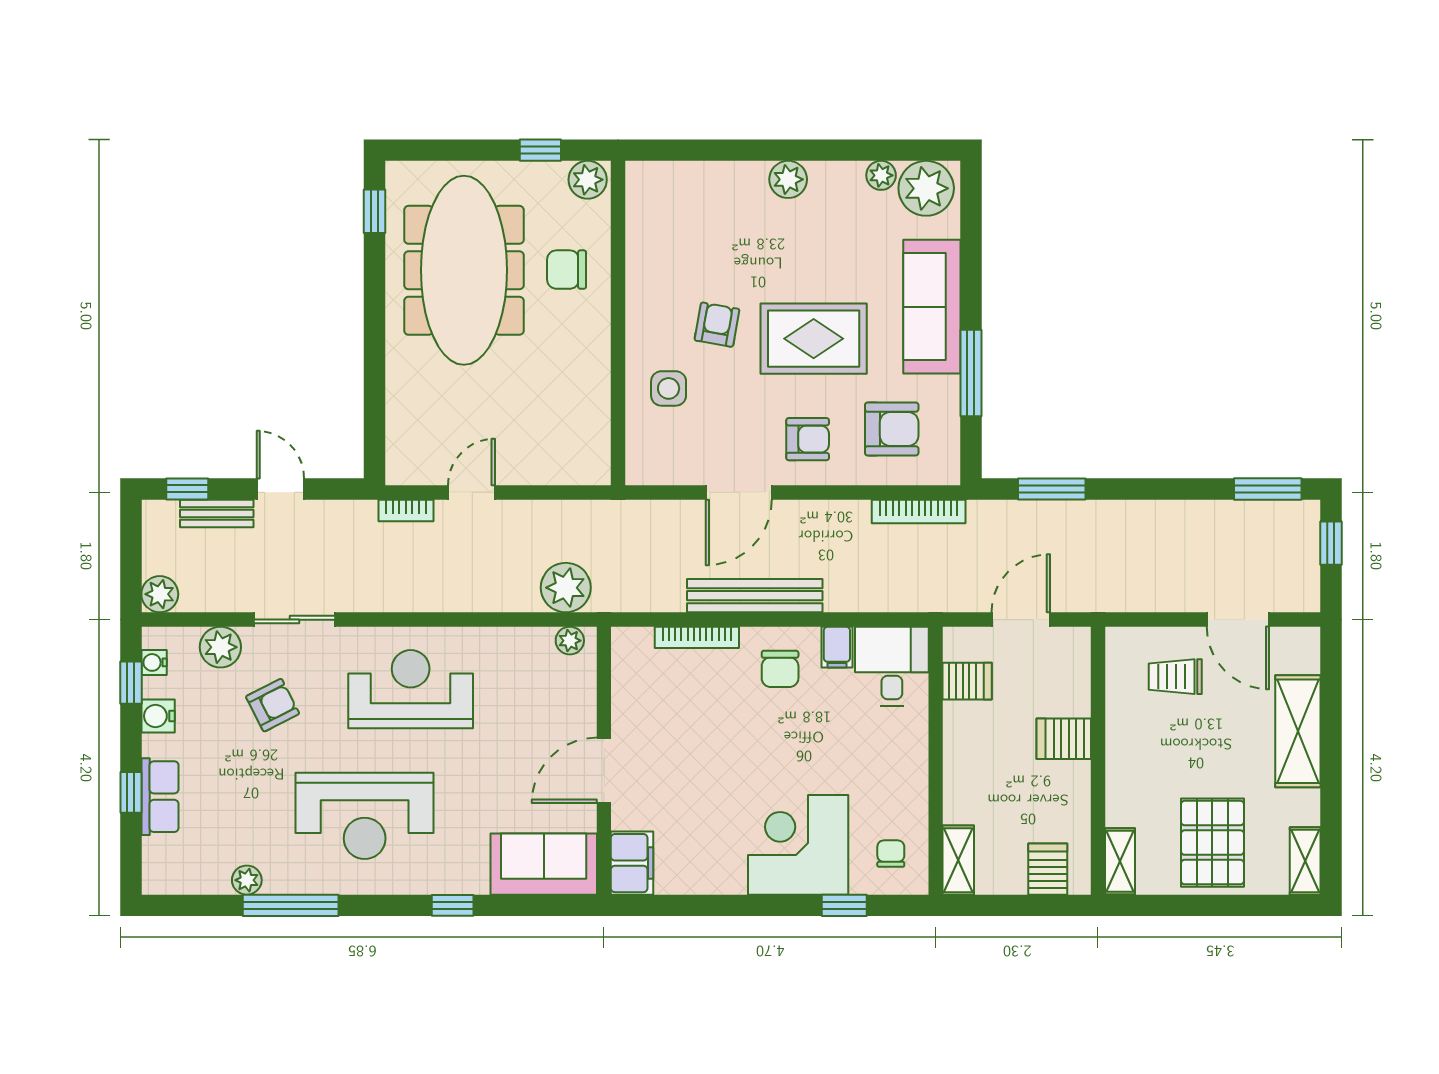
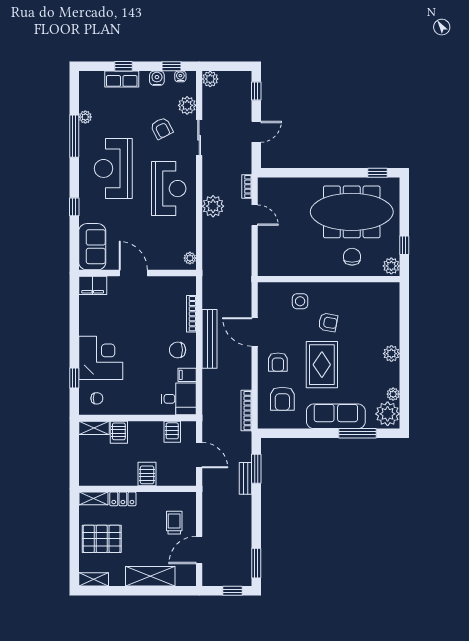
window: (971, 373) -> (357, 433), moved
bench: (217, 513) -> (245, 478), moved
plant: (566, 588) -> (213, 206), moved
locker: (1121, 794) -> (123, 499), added
server rack: (1048, 869) -> (119, 432), moved, turned 90

